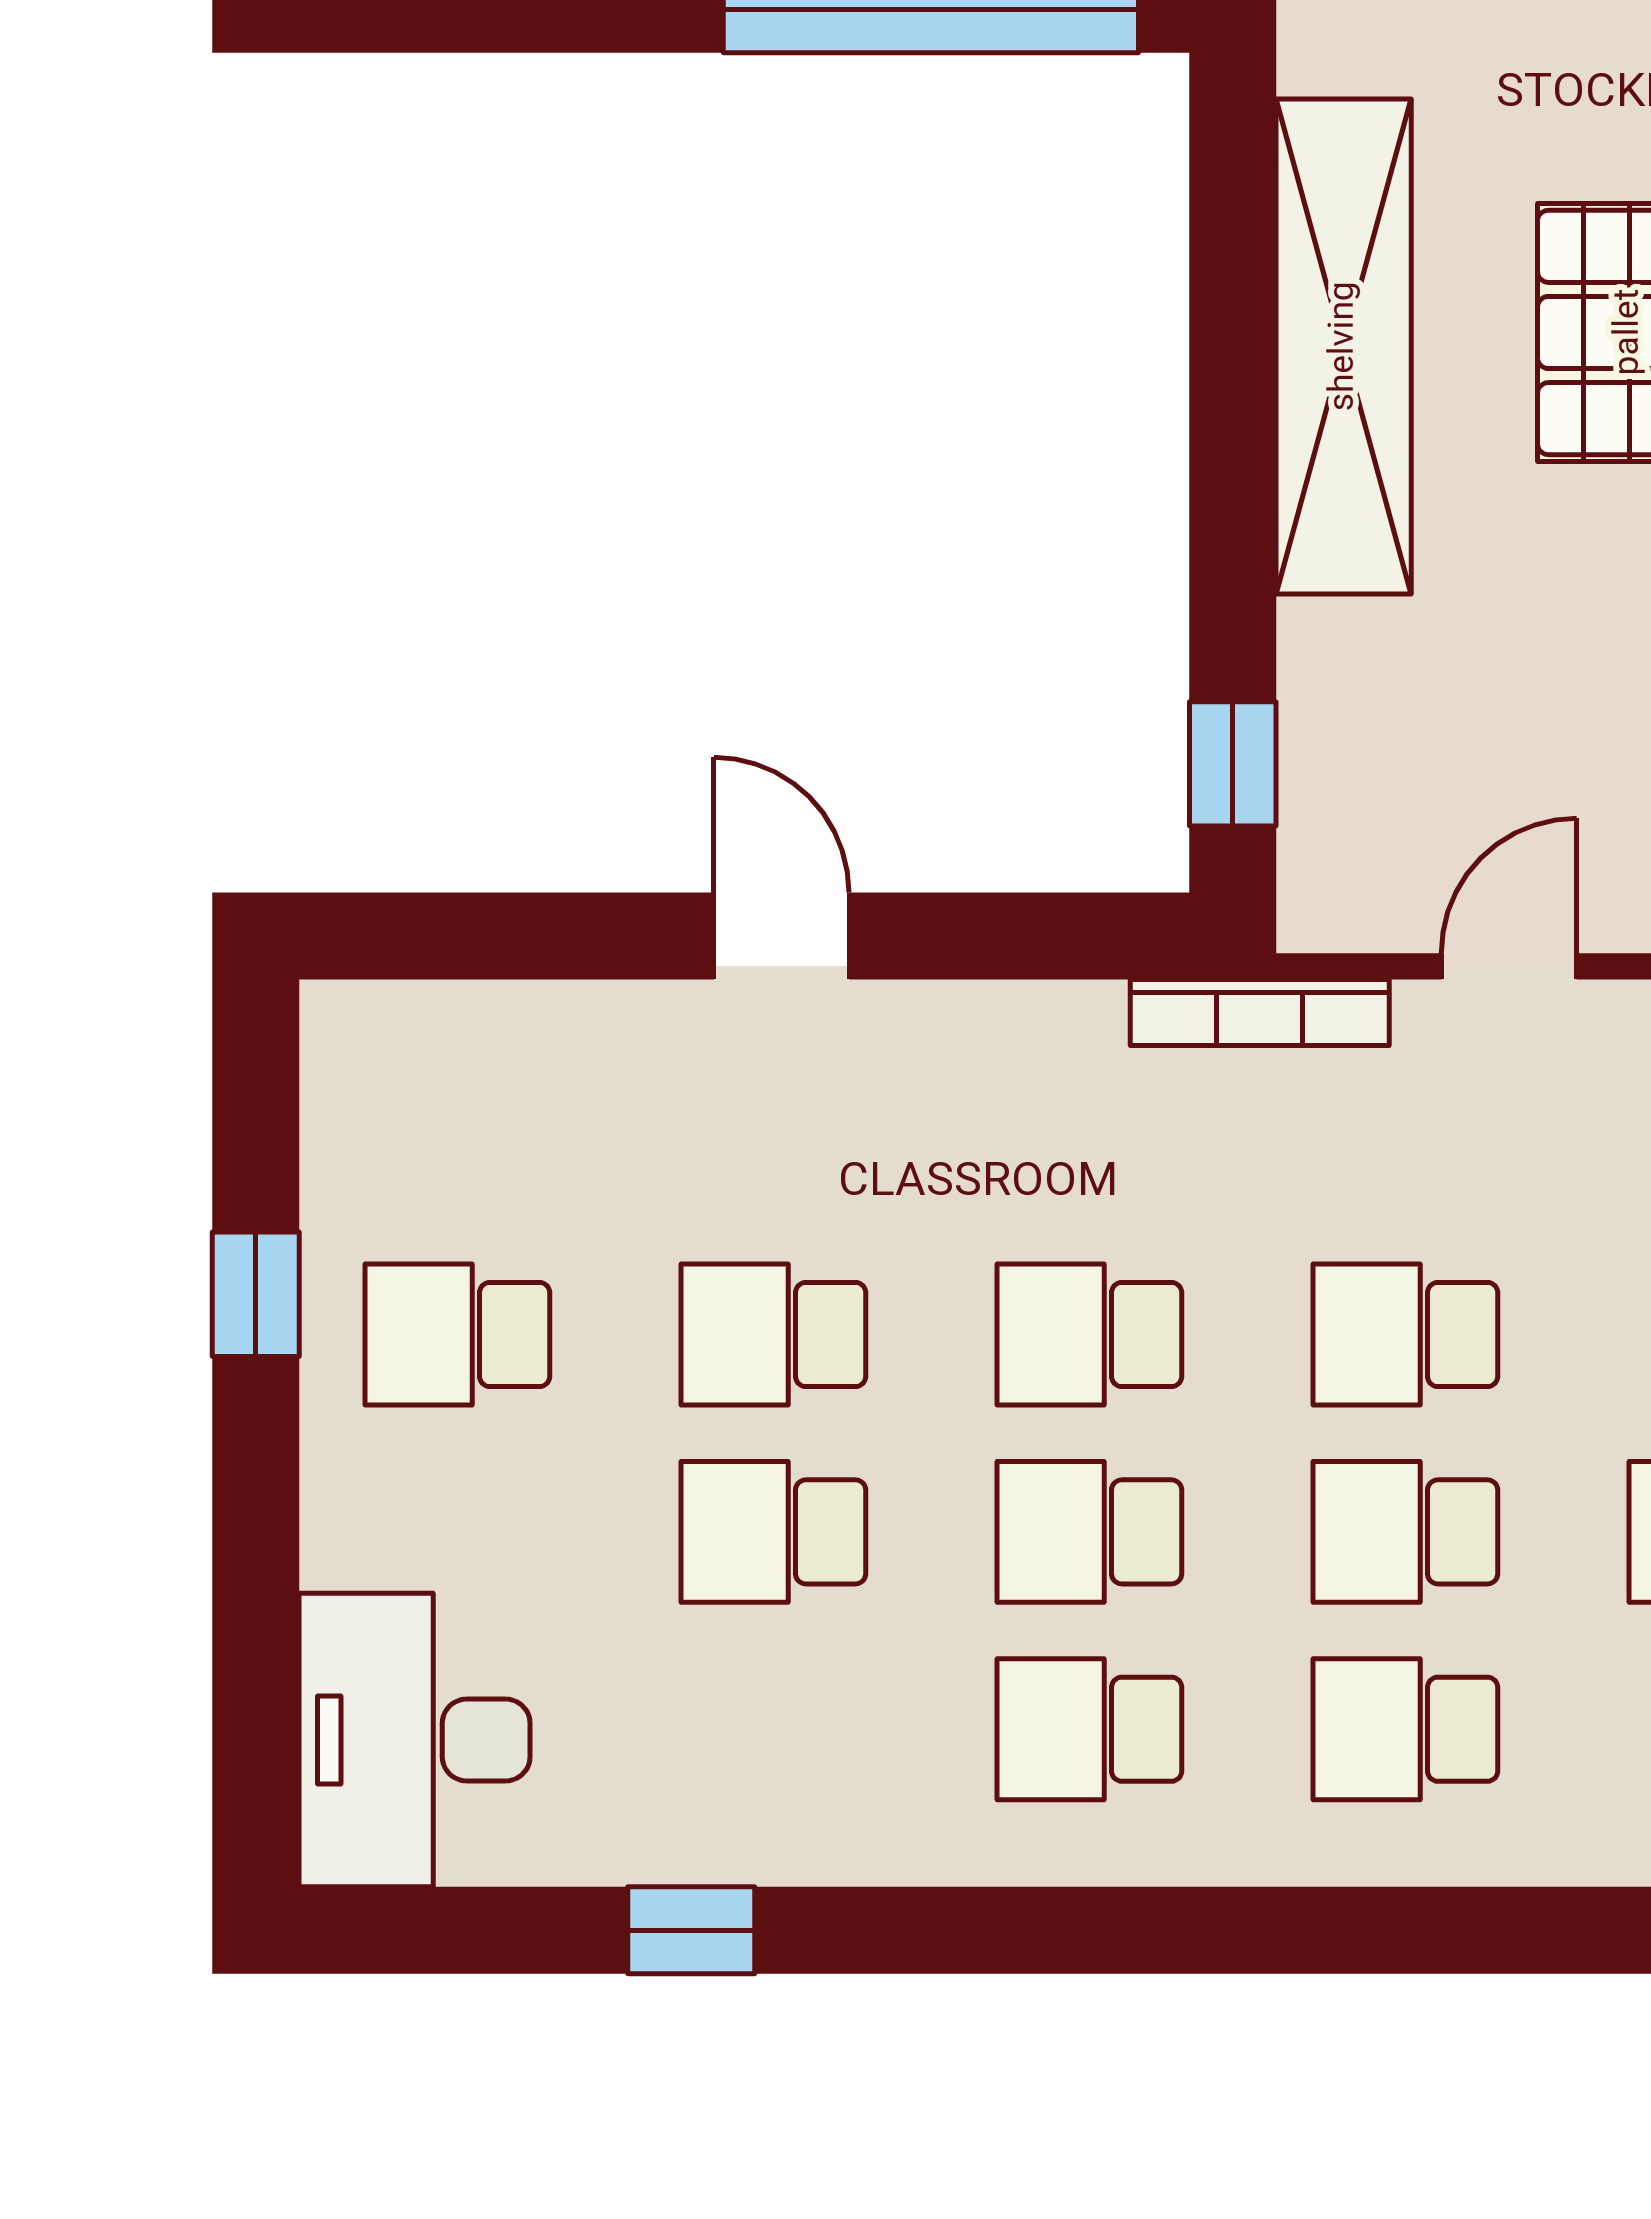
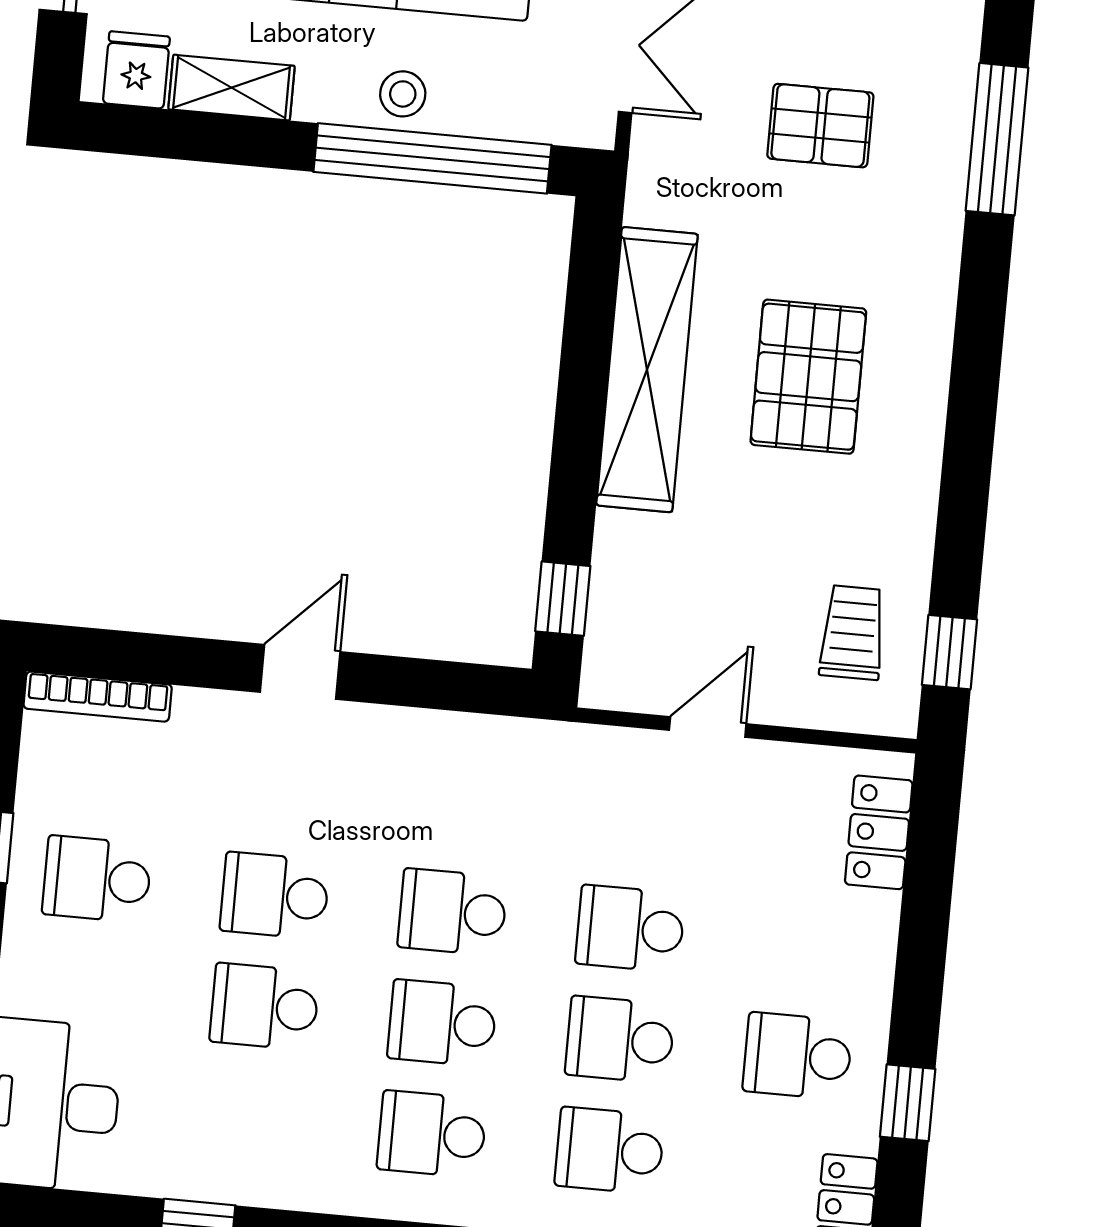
door: (782, 936) -> (300, 672), hinge flipped
bookcase: (1260, 1013) -> (98, 697), moved

